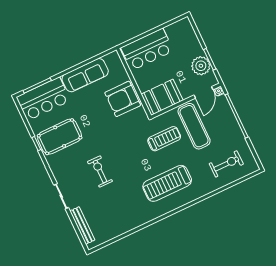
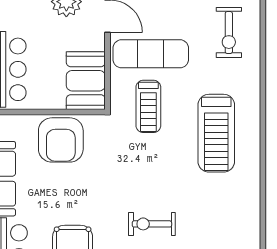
treadmill: (164, 139) -> (148, 106), turned 180
exercise bike: (226, 164) -> (229, 33), turned 180

